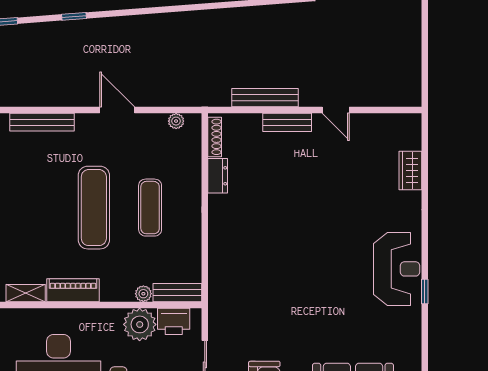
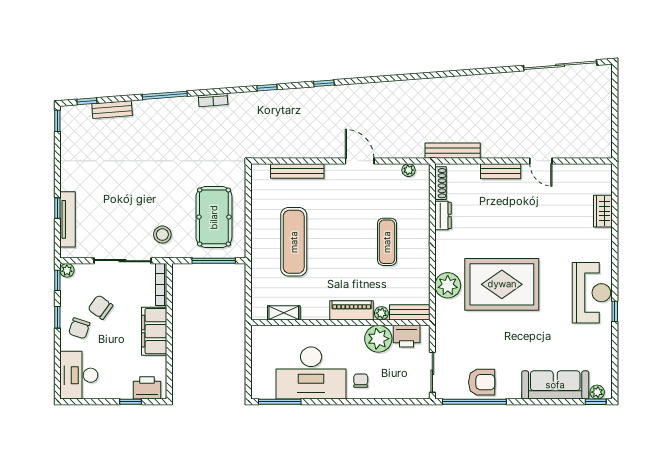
bench: (265, 98) -> (453, 151), moved
exercise mat: (94, 208) -> (294, 242), moved
rug: (289, 259) -> (502, 284), added
plant: (223, 260) -> (448, 285), added
piano: (73, 290) -> (352, 310), moved

